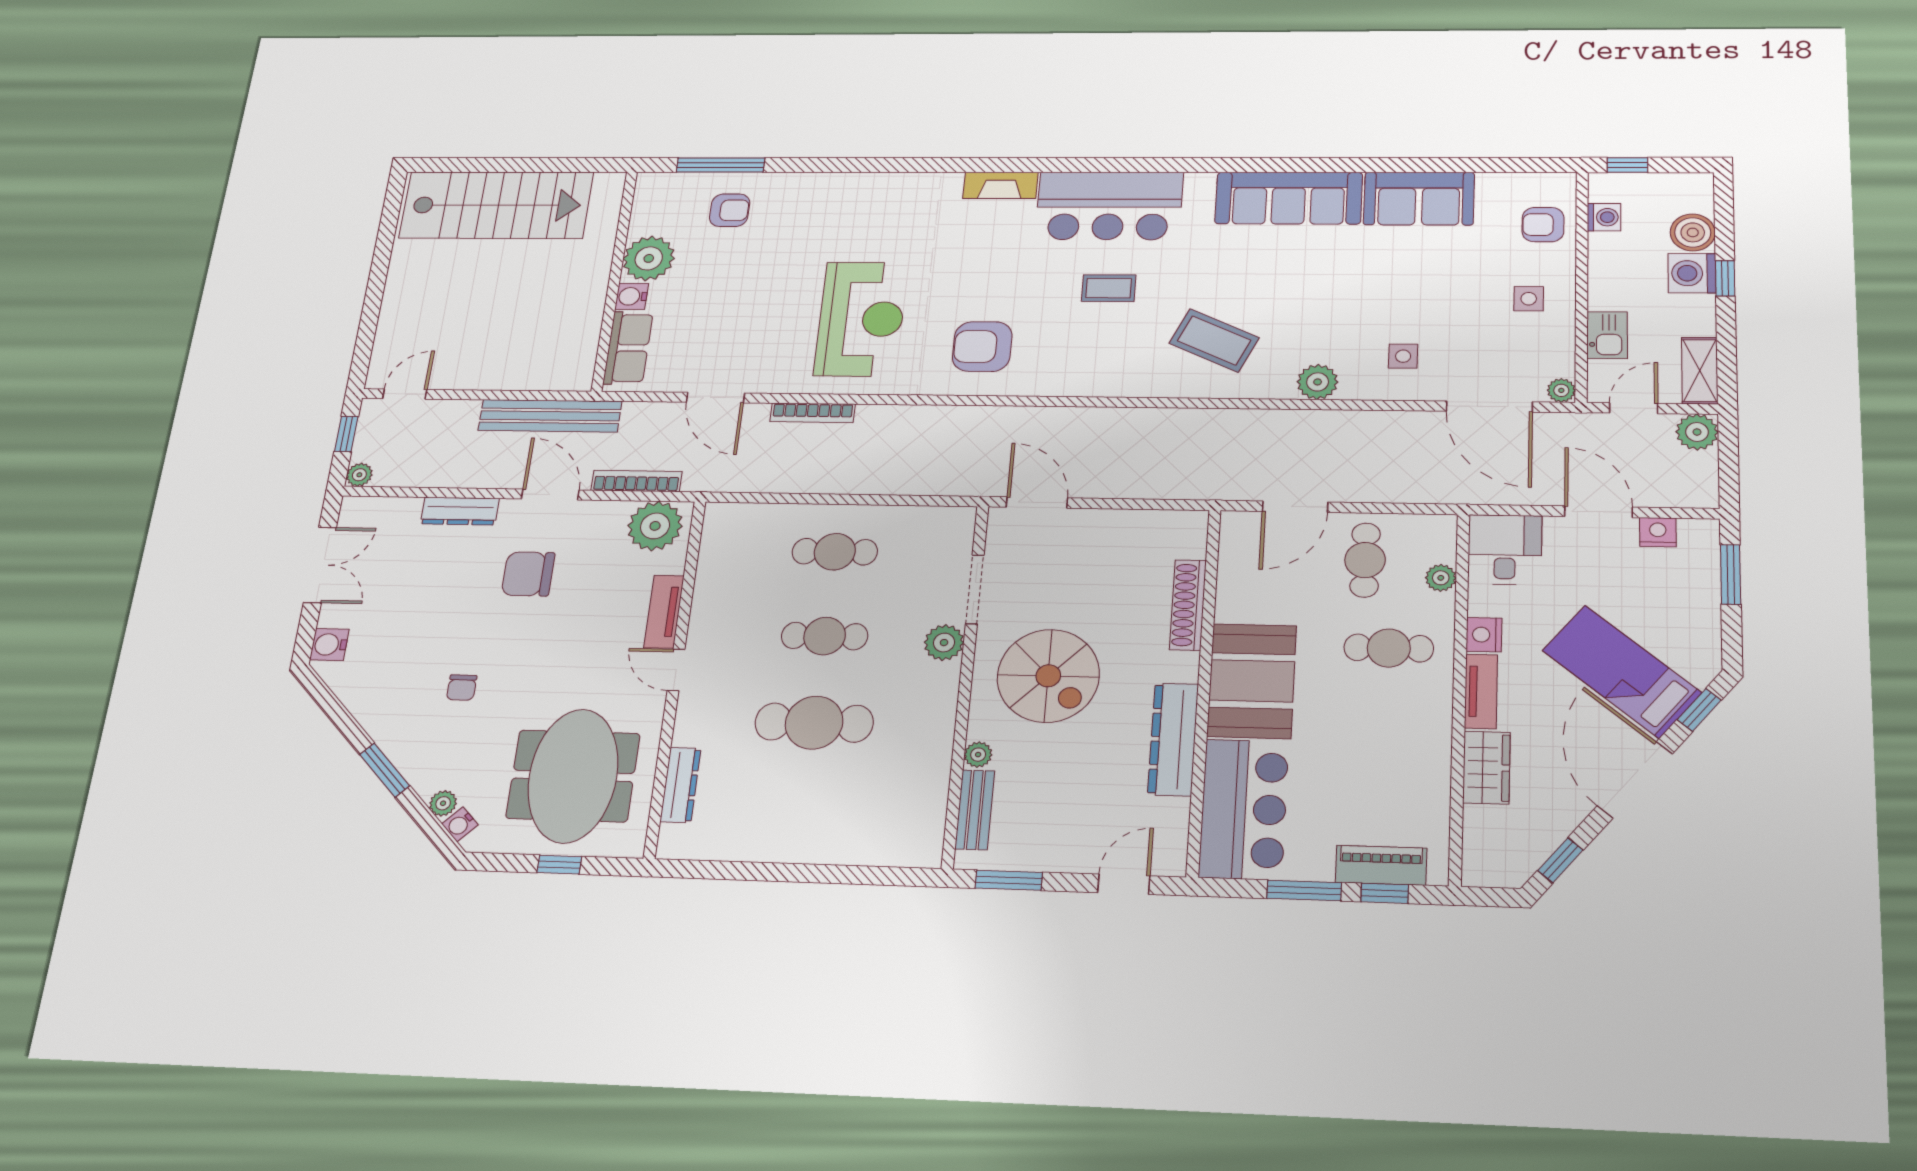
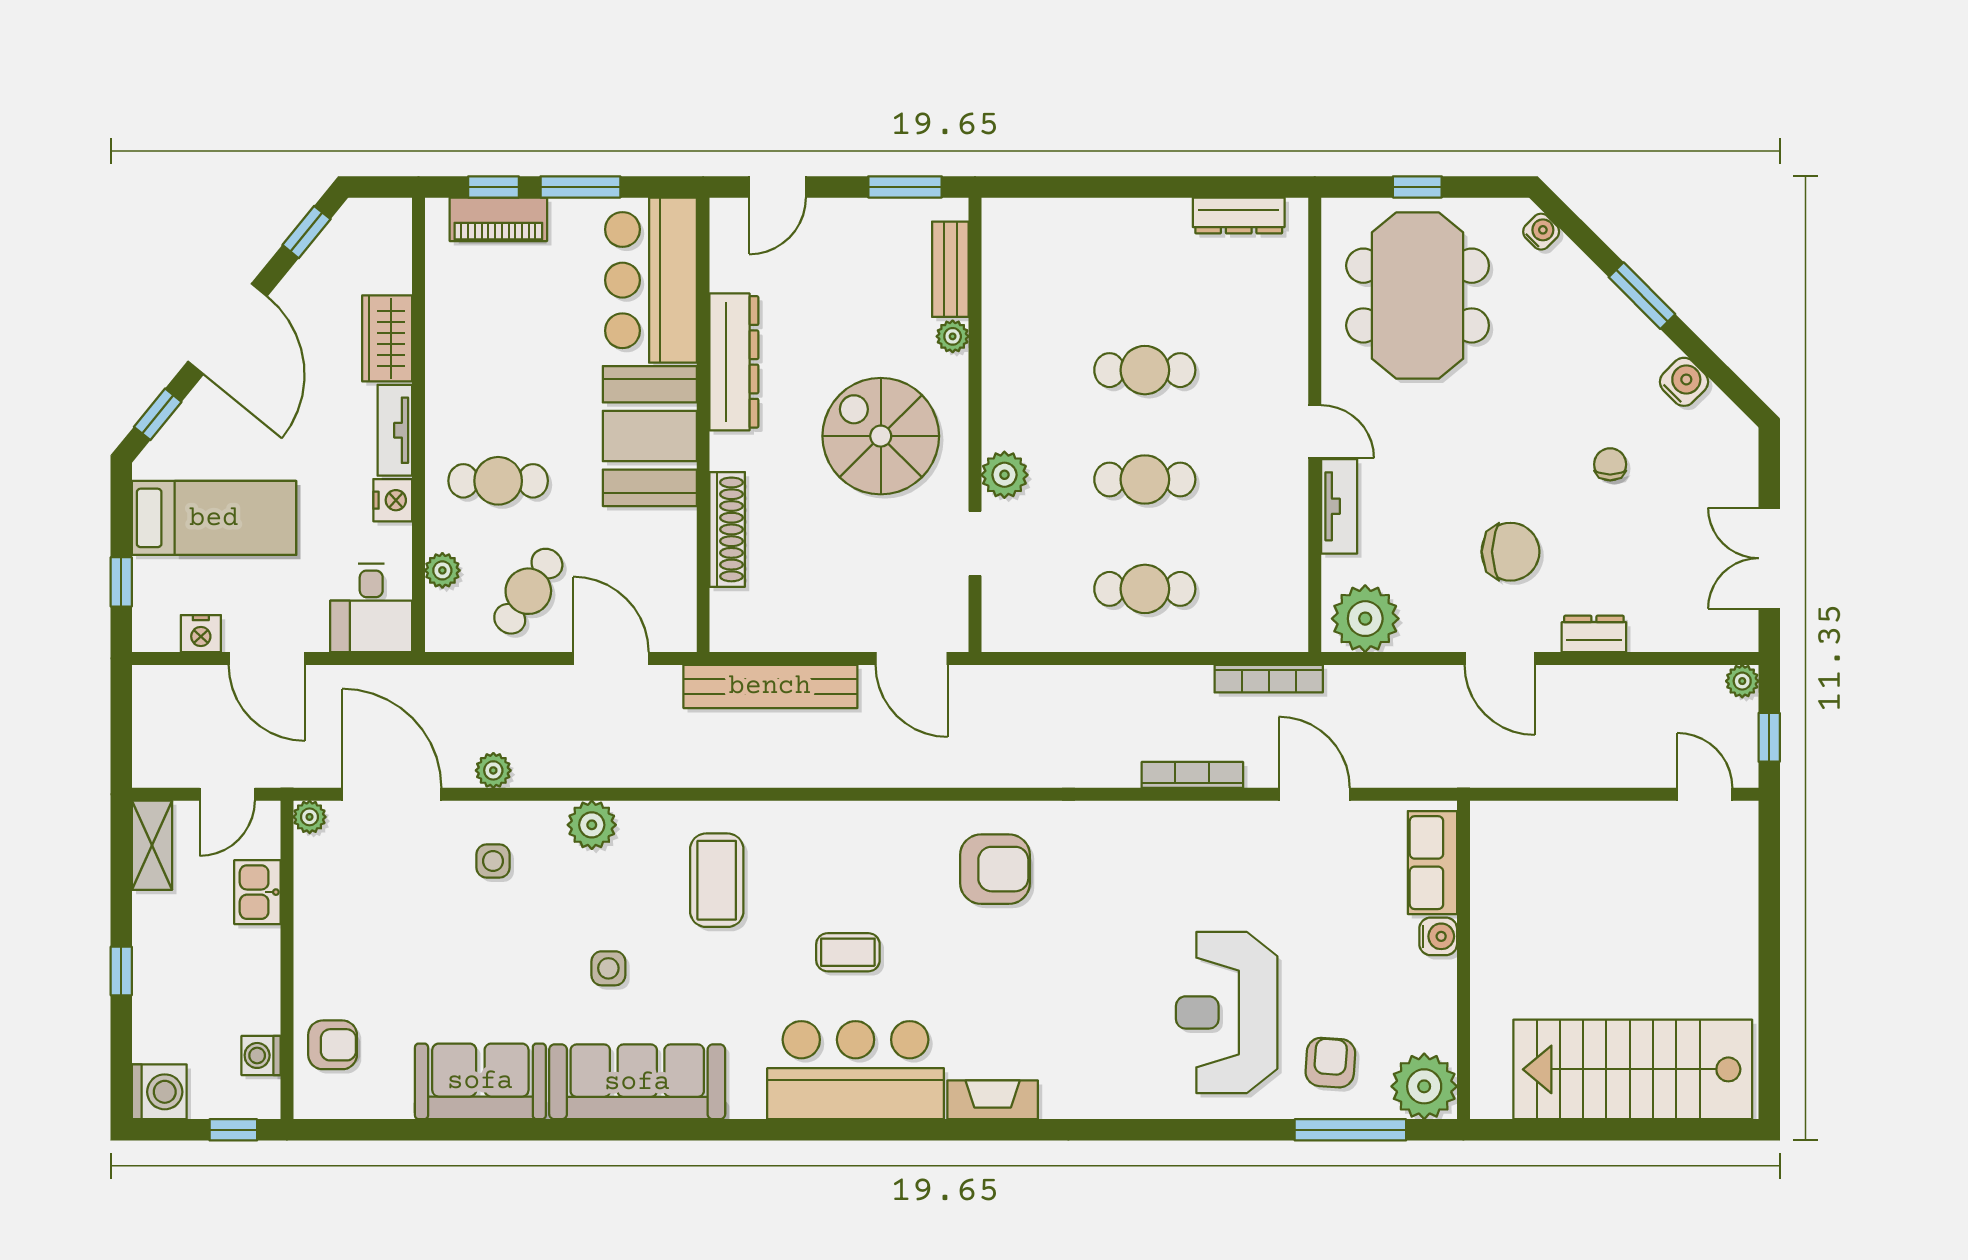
armchair: (730, 210) -> (1330, 1063), turned 94
boiler: (1693, 232) -> (158, 1034), removed
plant: (649, 258) -> (1424, 1086), moved
washing machine: (1692, 273) -> (159, 1092), moved
side table: (1529, 299) -> (608, 968), moved
reception desk: (861, 319) -> (1227, 1012), moved
coffee table: (1214, 340) -> (717, 880), turned 65
door: (405, 394) -> (1705, 794), swing flipped
bench: (550, 416) -> (770, 686), moved
plant: (1697, 432) -> (493, 770), moved, width x0.73, depth x0.73
bookcase: (636, 481) -> (1269, 679), moved
door: (1295, 507) -> (611, 658), hinge flipped
dresser: (460, 511) -> (1594, 634), width x0.70
cafe table: (1365, 560) -> (528, 591), turned 34
window: (1731, 574) -> (121, 582), width x0.67
doorway: (975, 589) -> (975, 544), width x0.73
water cooler: (329, 645) -> (1684, 382), moved, turned -45
bed: (1622, 671) -> (214, 518), moved, turned -39
chair: (462, 688) -> (1610, 464), moved
cafe table: (814, 723) -> (1145, 370), width x0.73, depth x0.74
dresser: (680, 785) -> (1239, 216), moved, turned -90
plant: (443, 803) -> (1565, 257), removed

